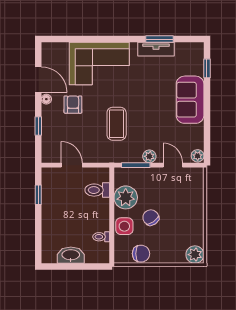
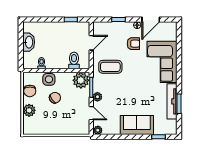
tv unit: (156, 49) -> (172, 101), width x1.41
coffee table: (117, 124) -> (110, 67), moved
door: (173, 165) -> (91, 113), hinge flipped
plant: (126, 197) -> (81, 80), moved
plant: (195, 255) -> (29, 110), moved

